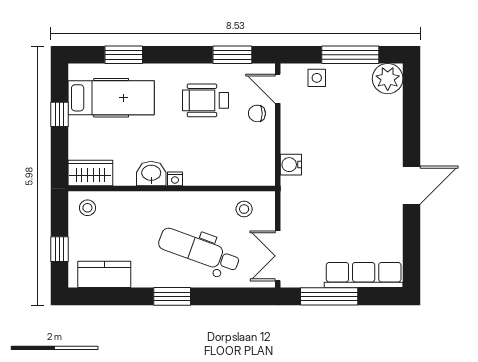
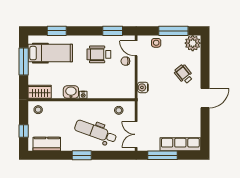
window: (59, 114) -> (24, 62), width x2.17
wheelchair: (370, 139) -> (184, 74), added

